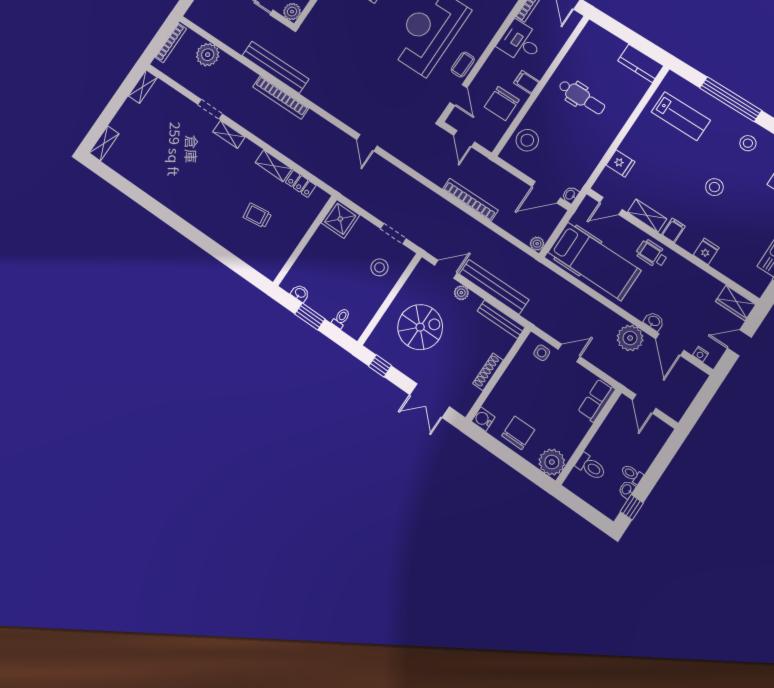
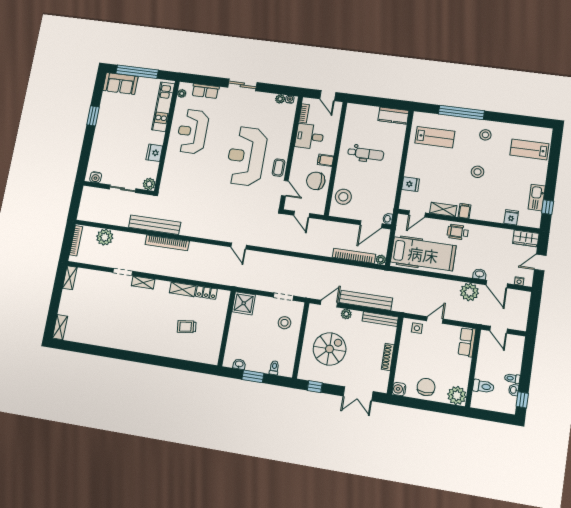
chair: (502, 103) -> (316, 181), turned 92
bookcase: (470, 200) -> (354, 256), moved
fridge: (706, 251) -> (511, 217), moved

